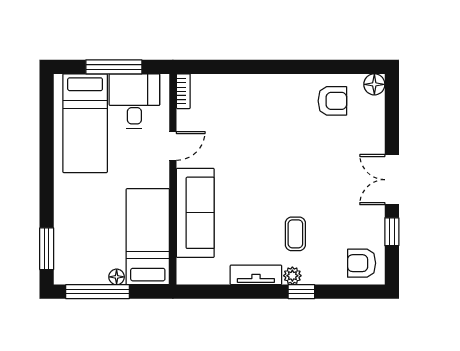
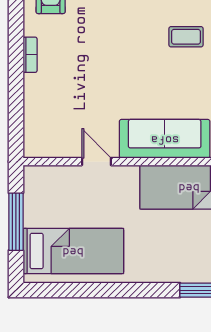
bookcase: (183, 91) -> (30, 55), moved, turned 90
desk: (134, 101) -> (51, 201), removed

